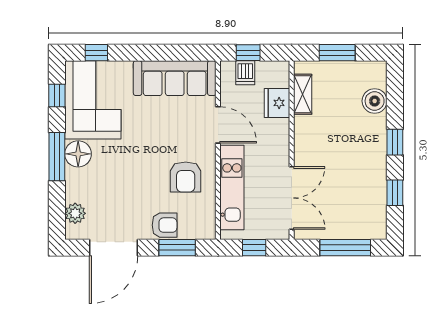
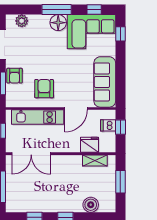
armchair: (186, 177) -> (44, 89), turned 90

